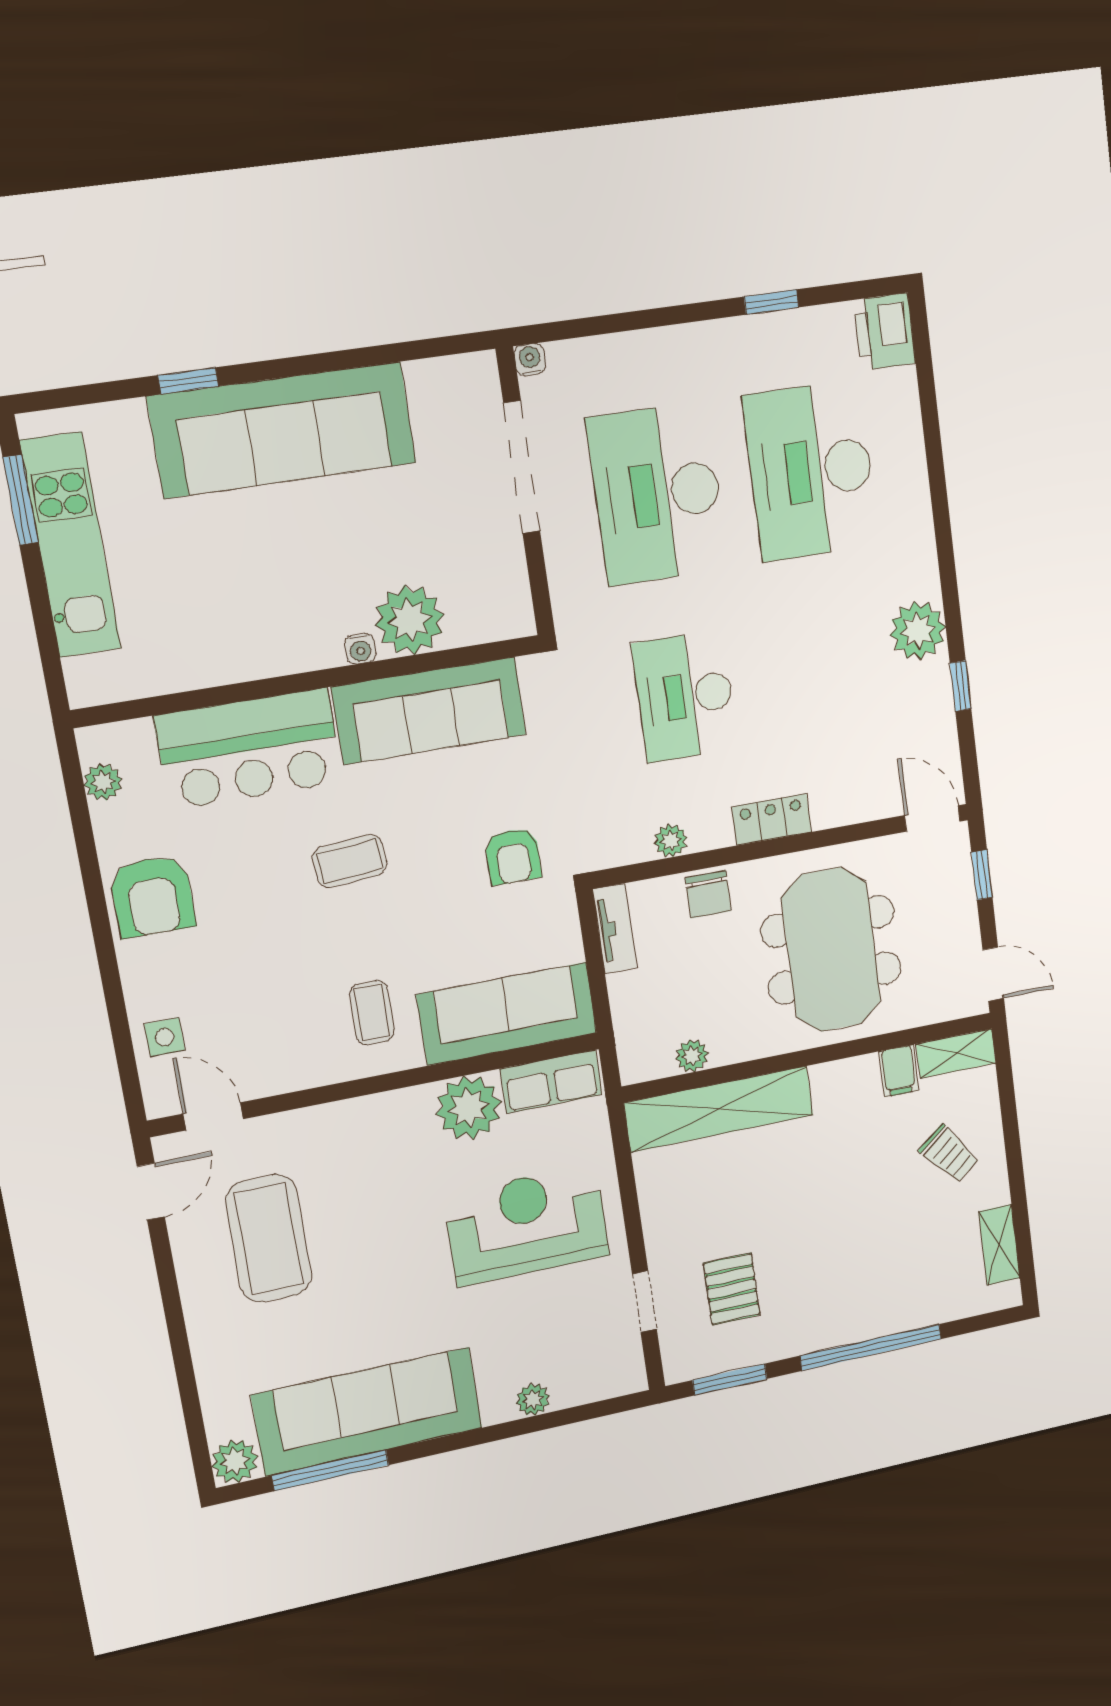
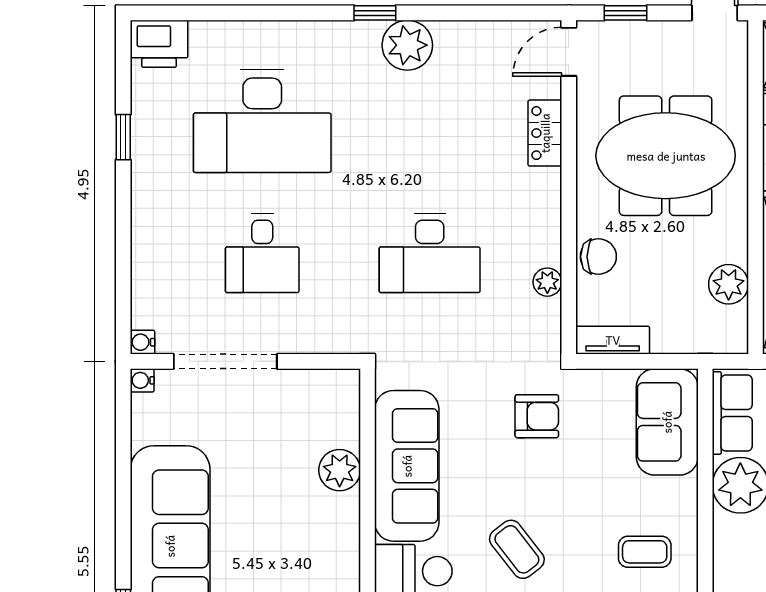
desk: (657, 494) -> (262, 253), width x0.53, depth x0.77
plant: (410, 620) -> (340, 470), width x0.73, depth x0.73
water cooler: (360, 649) -> (142, 380), moved, turned 180
window: (960, 686) -> (375, 13), moved
locker: (772, 819) -> (545, 133), moved
coffee table: (350, 861) -> (517, 549), turned -33
sofa: (507, 1014) -> (667, 422), width x0.73
plant: (692, 1056) -> (729, 284), width x1.38, depth x1.38

